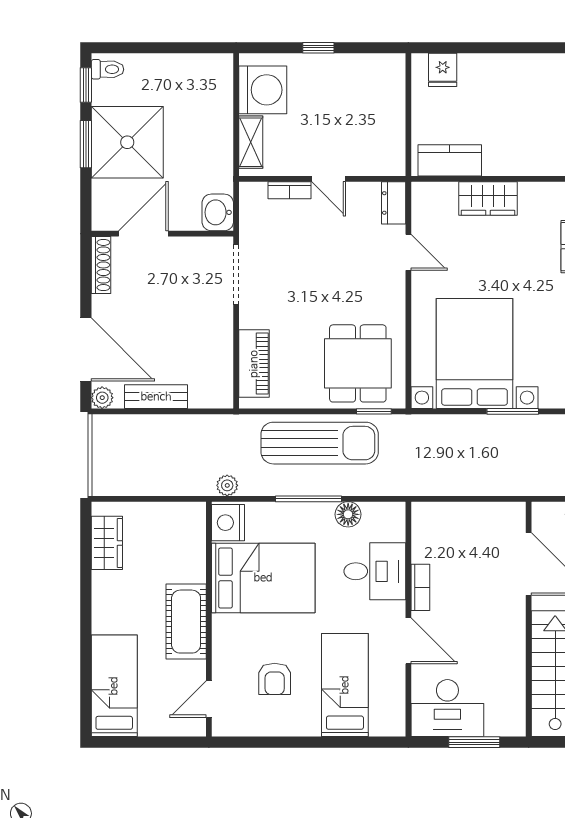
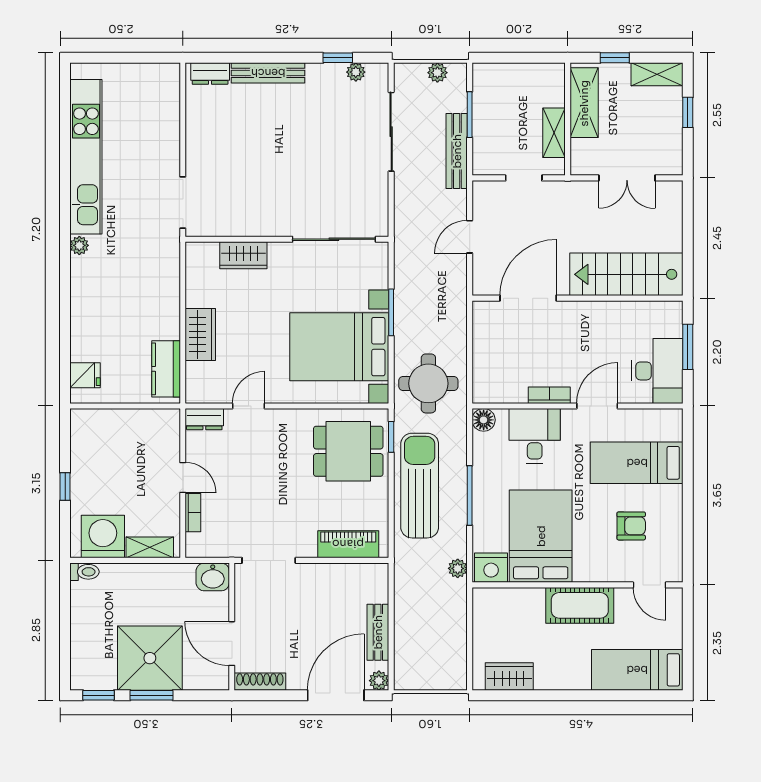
toilet: (107, 69) -> (84, 572), moved, turned 90
door: (329, 179) -> (183, 477), hinge flipped
round table: (433, 453) -> (428, 383), added
floor lamp: (348, 514) -> (484, 420), moved

